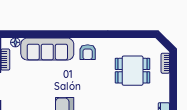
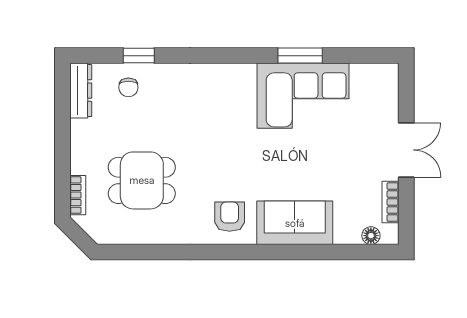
sofa: (47, 49) -> (295, 223), width x0.73

